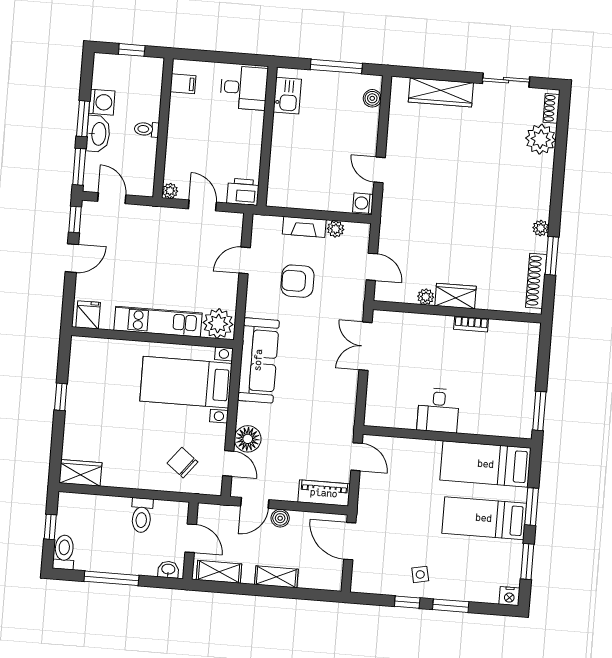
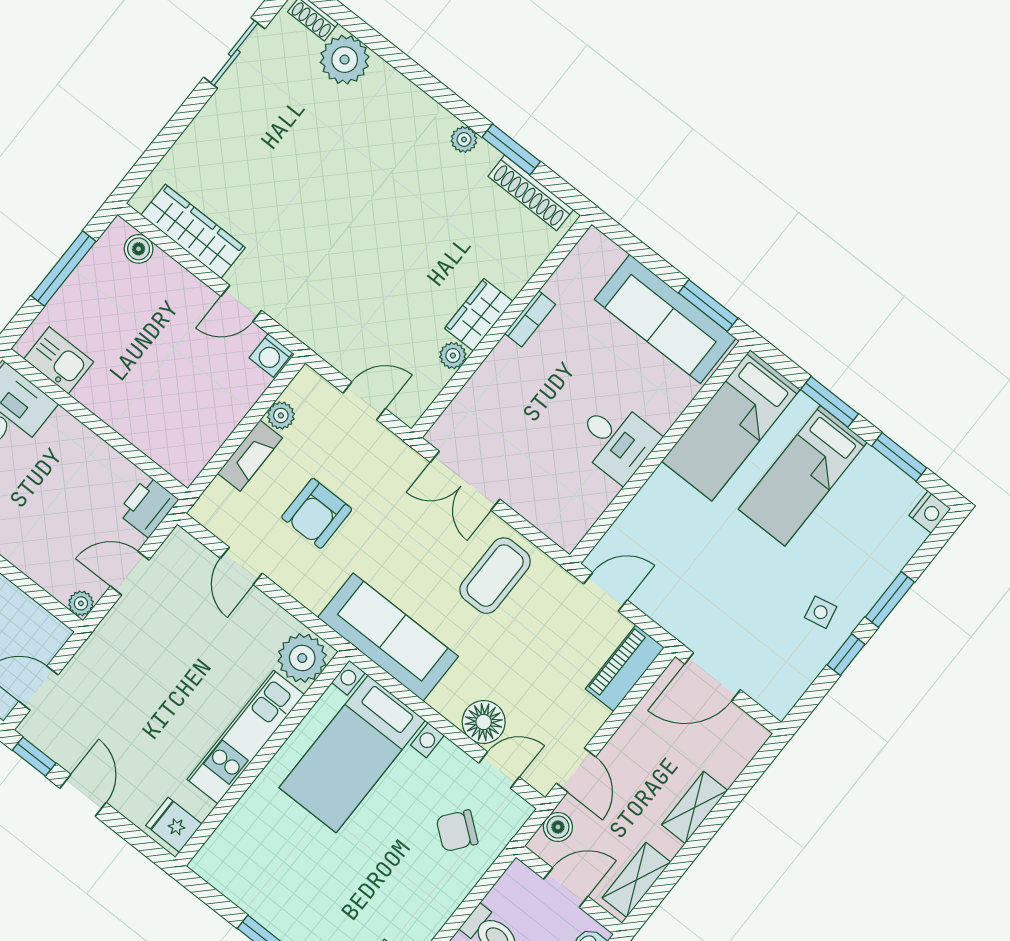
wardrobe: (441, 92) -> (193, 231), moved, turned -90
sofa: (518, 393) -> (665, 319), added
coffee table: (327, 394) -> (495, 576), added
boiler: (280, 518) -> (558, 827), moved

